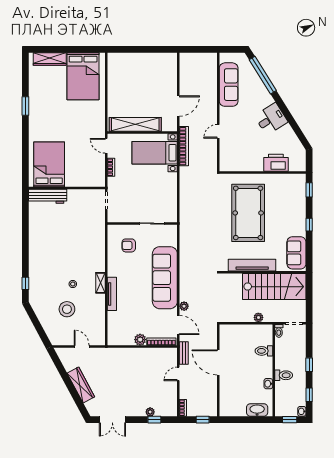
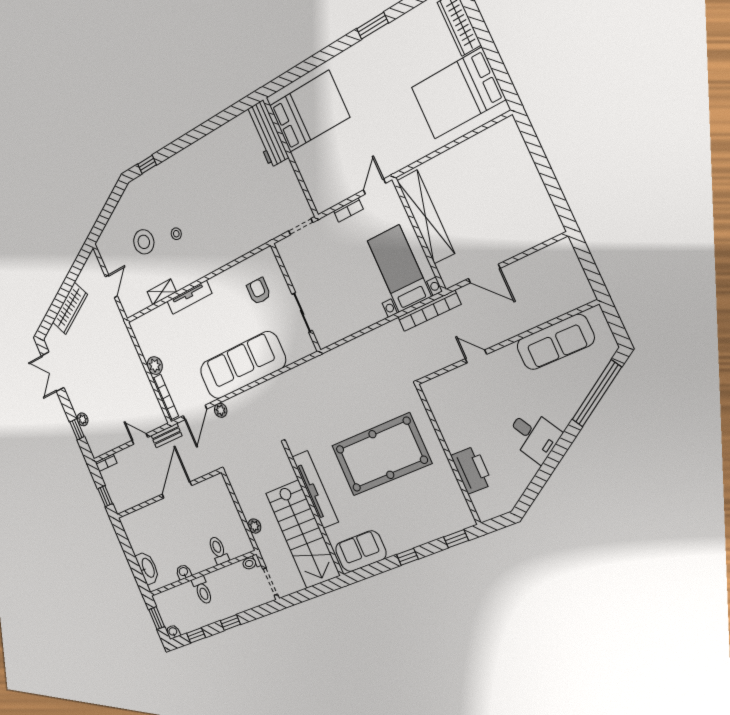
shelving: (101, 283) -> (162, 292), moved

